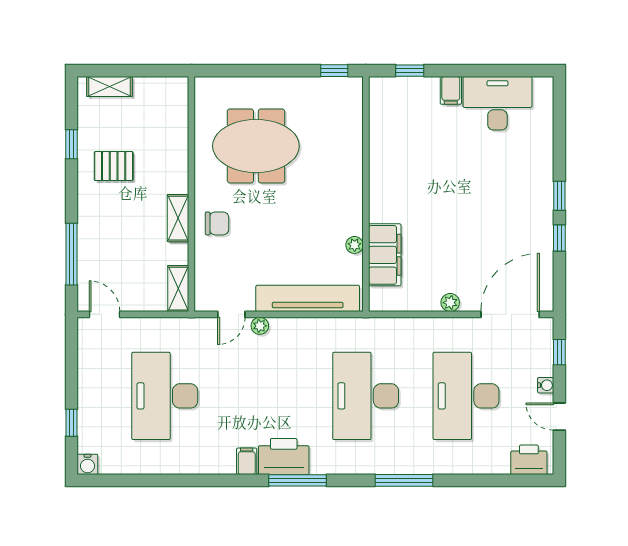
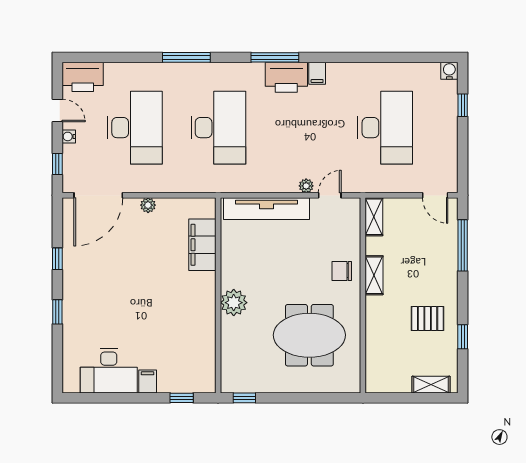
window: (559, 196) -> (57, 312), moved
plant: (355, 245) -> (234, 303), moved, width x1.87, depth x1.87
printer: (529, 460) -> (83, 77), width x1.37, depth x1.19

